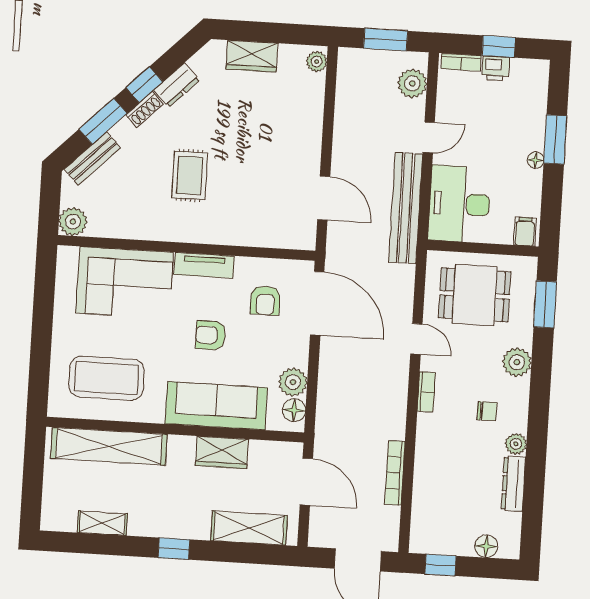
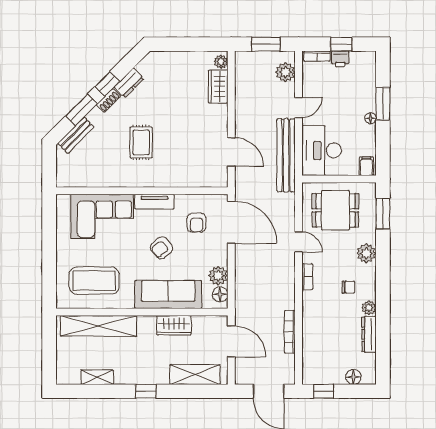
wardrobe: (252, 56) -> (218, 86), moved, turned 90
plant: (73, 222) -> (65, 178), removed
armchair: (211, 335) -> (162, 248), turned -40

